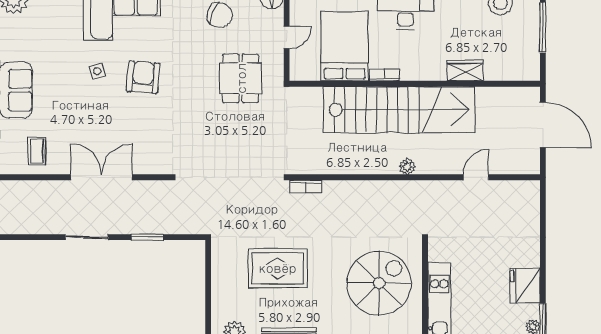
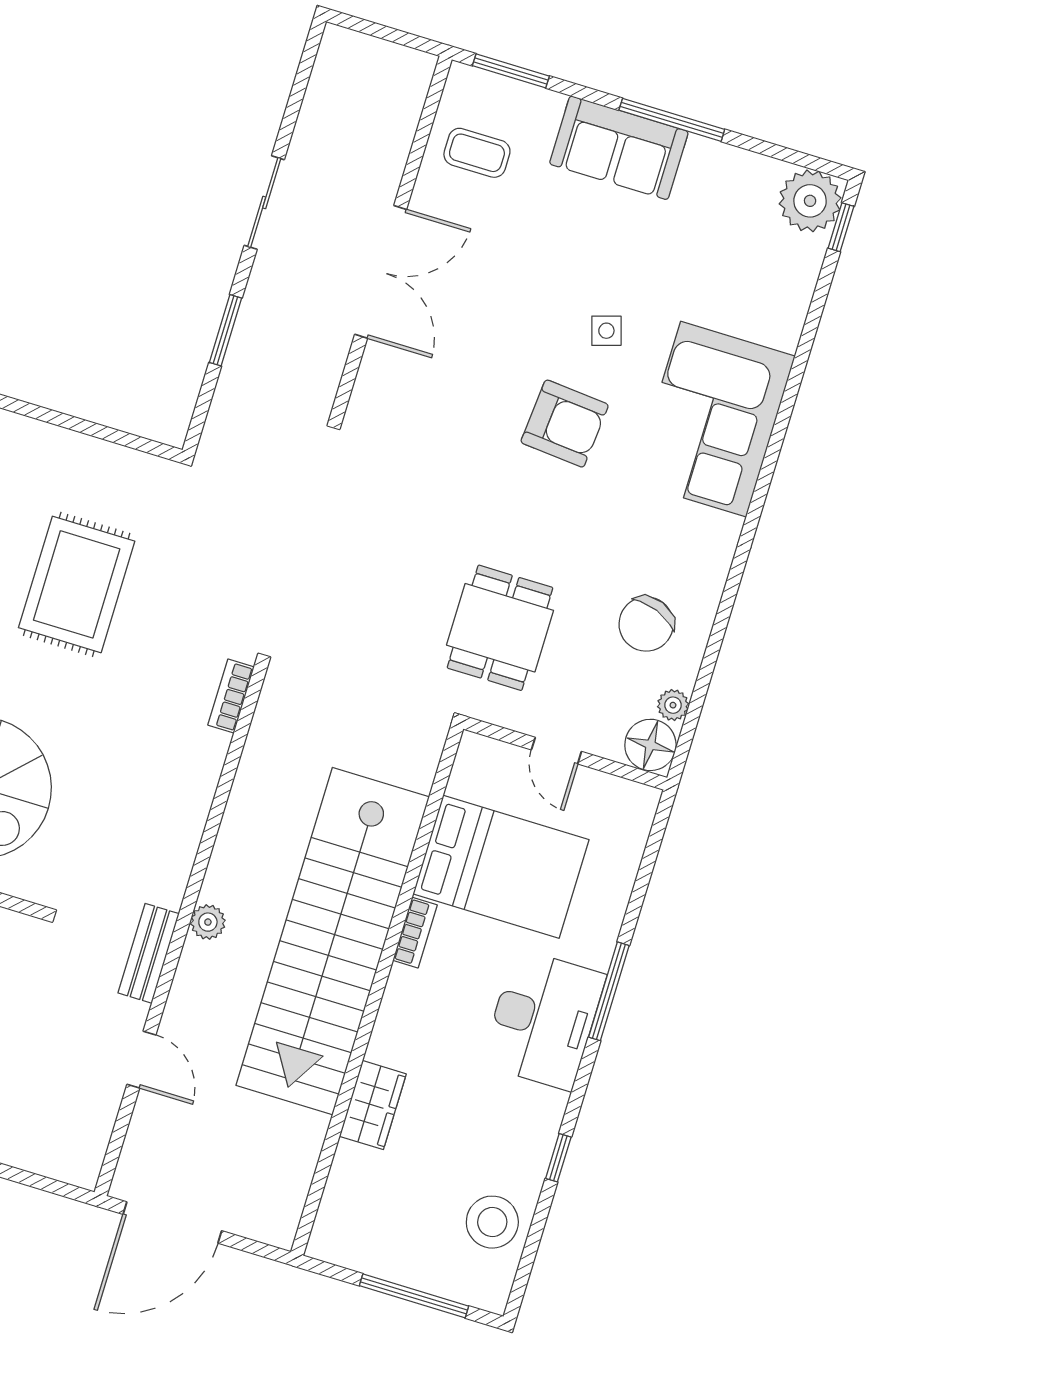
dining table: (241, 78) -> (500, 628), turned 90
door: (543, 125) -> (172, 1222), moved
bench: (429, 188) -> (149, 953), added

